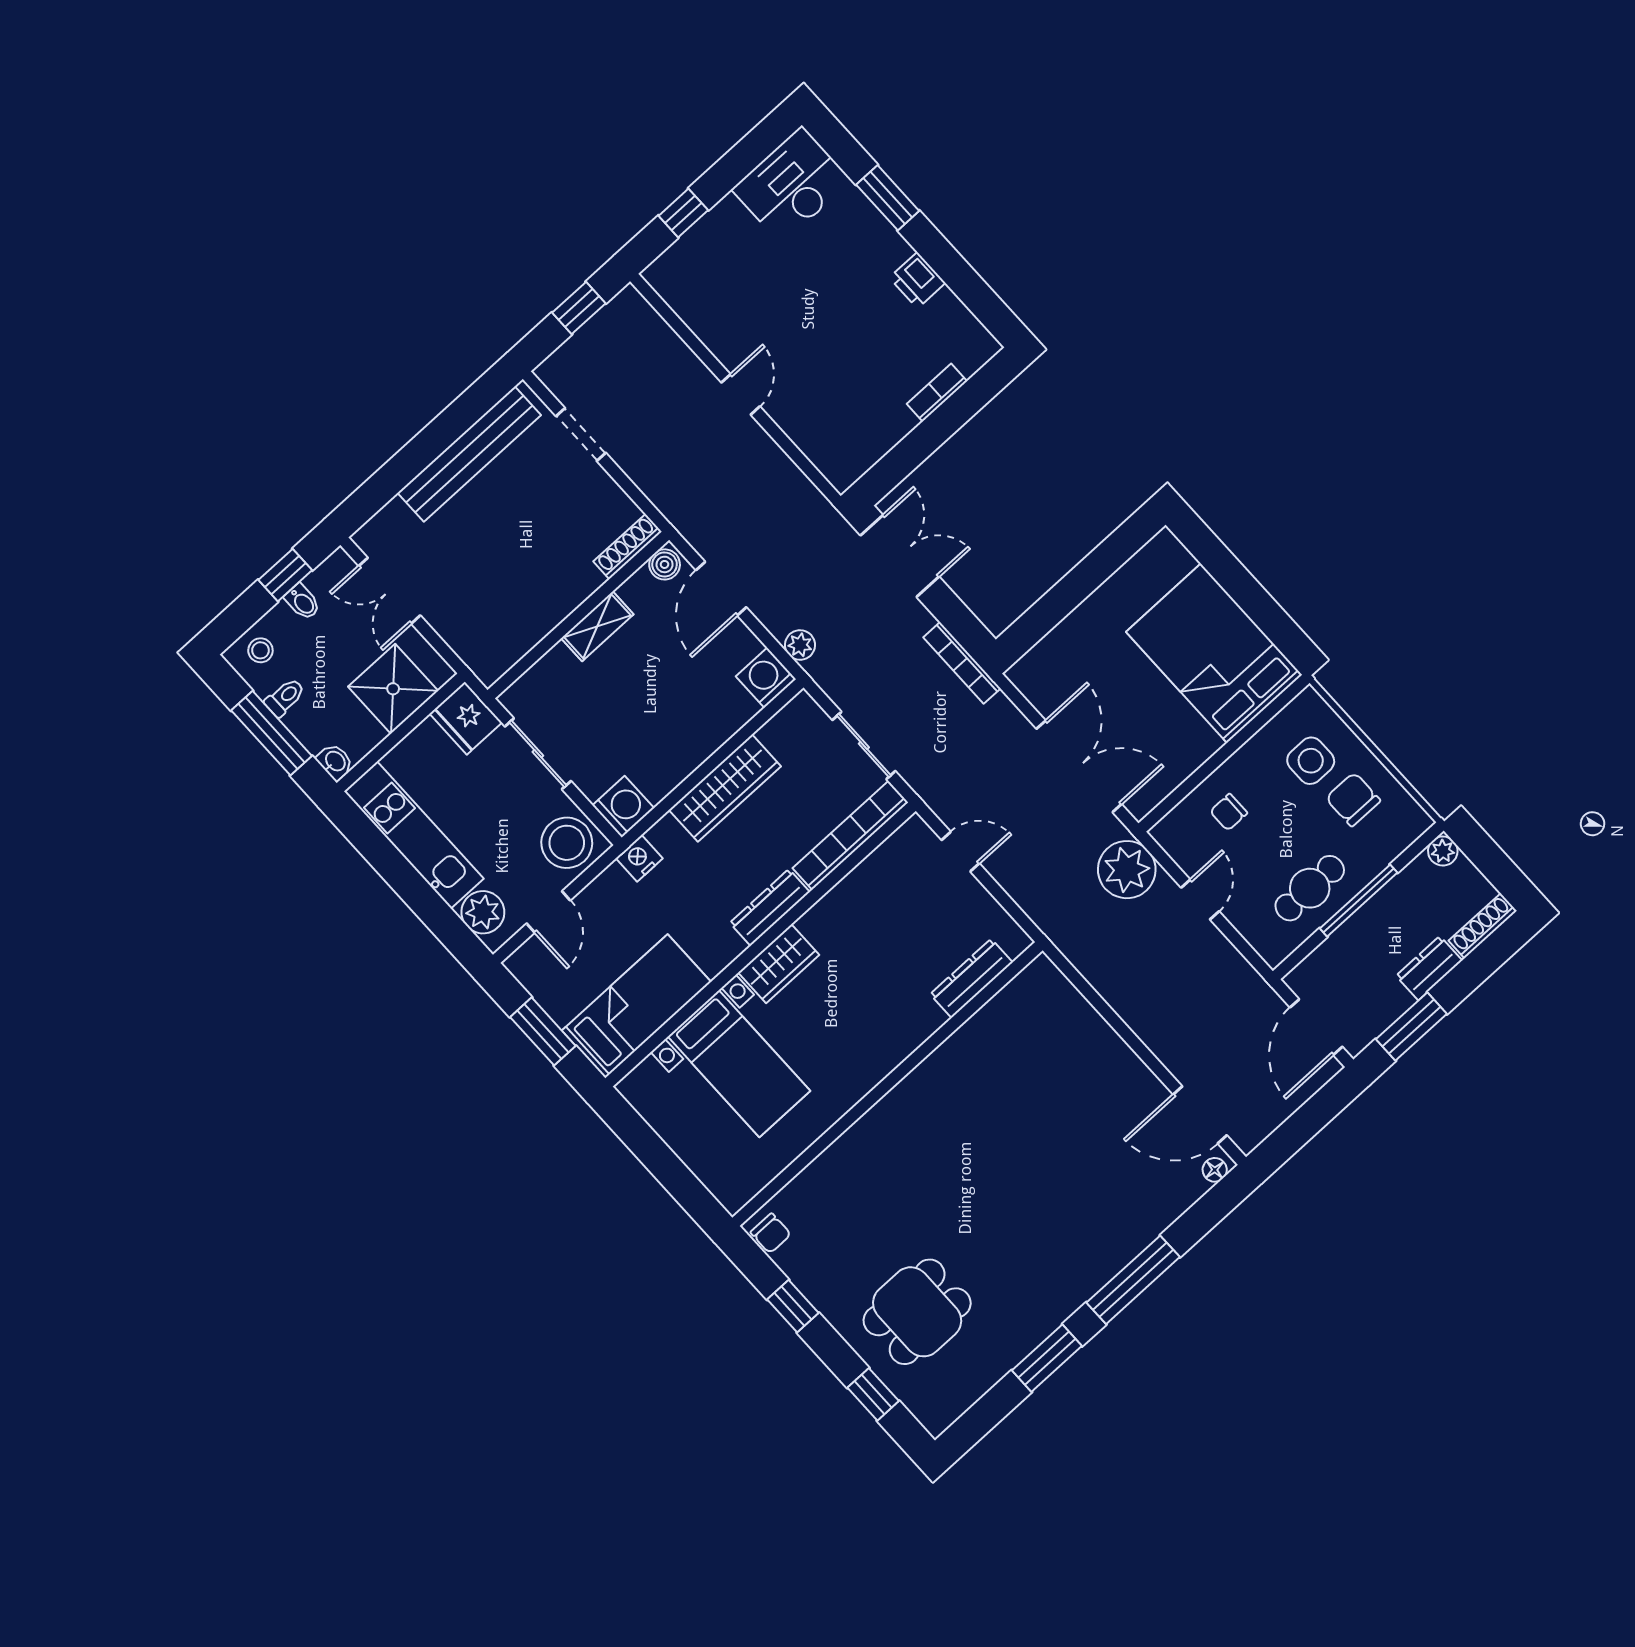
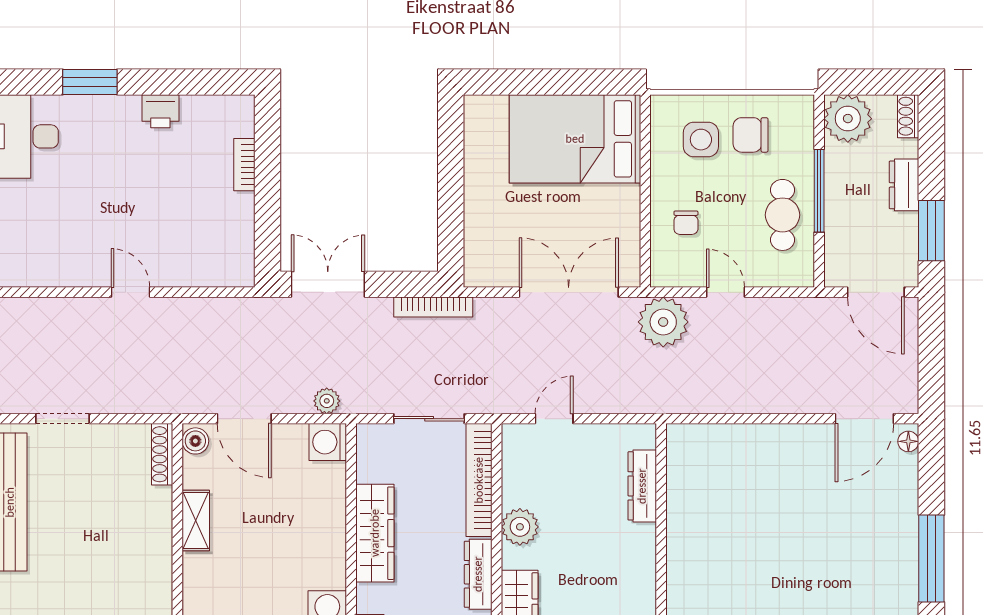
plant: (1443, 851) -> (848, 119), width x1.88, depth x1.88
plant: (842, 906) -> (520, 527), added
shoe rack: (1483, 926) -> (908, 116), width x0.70

